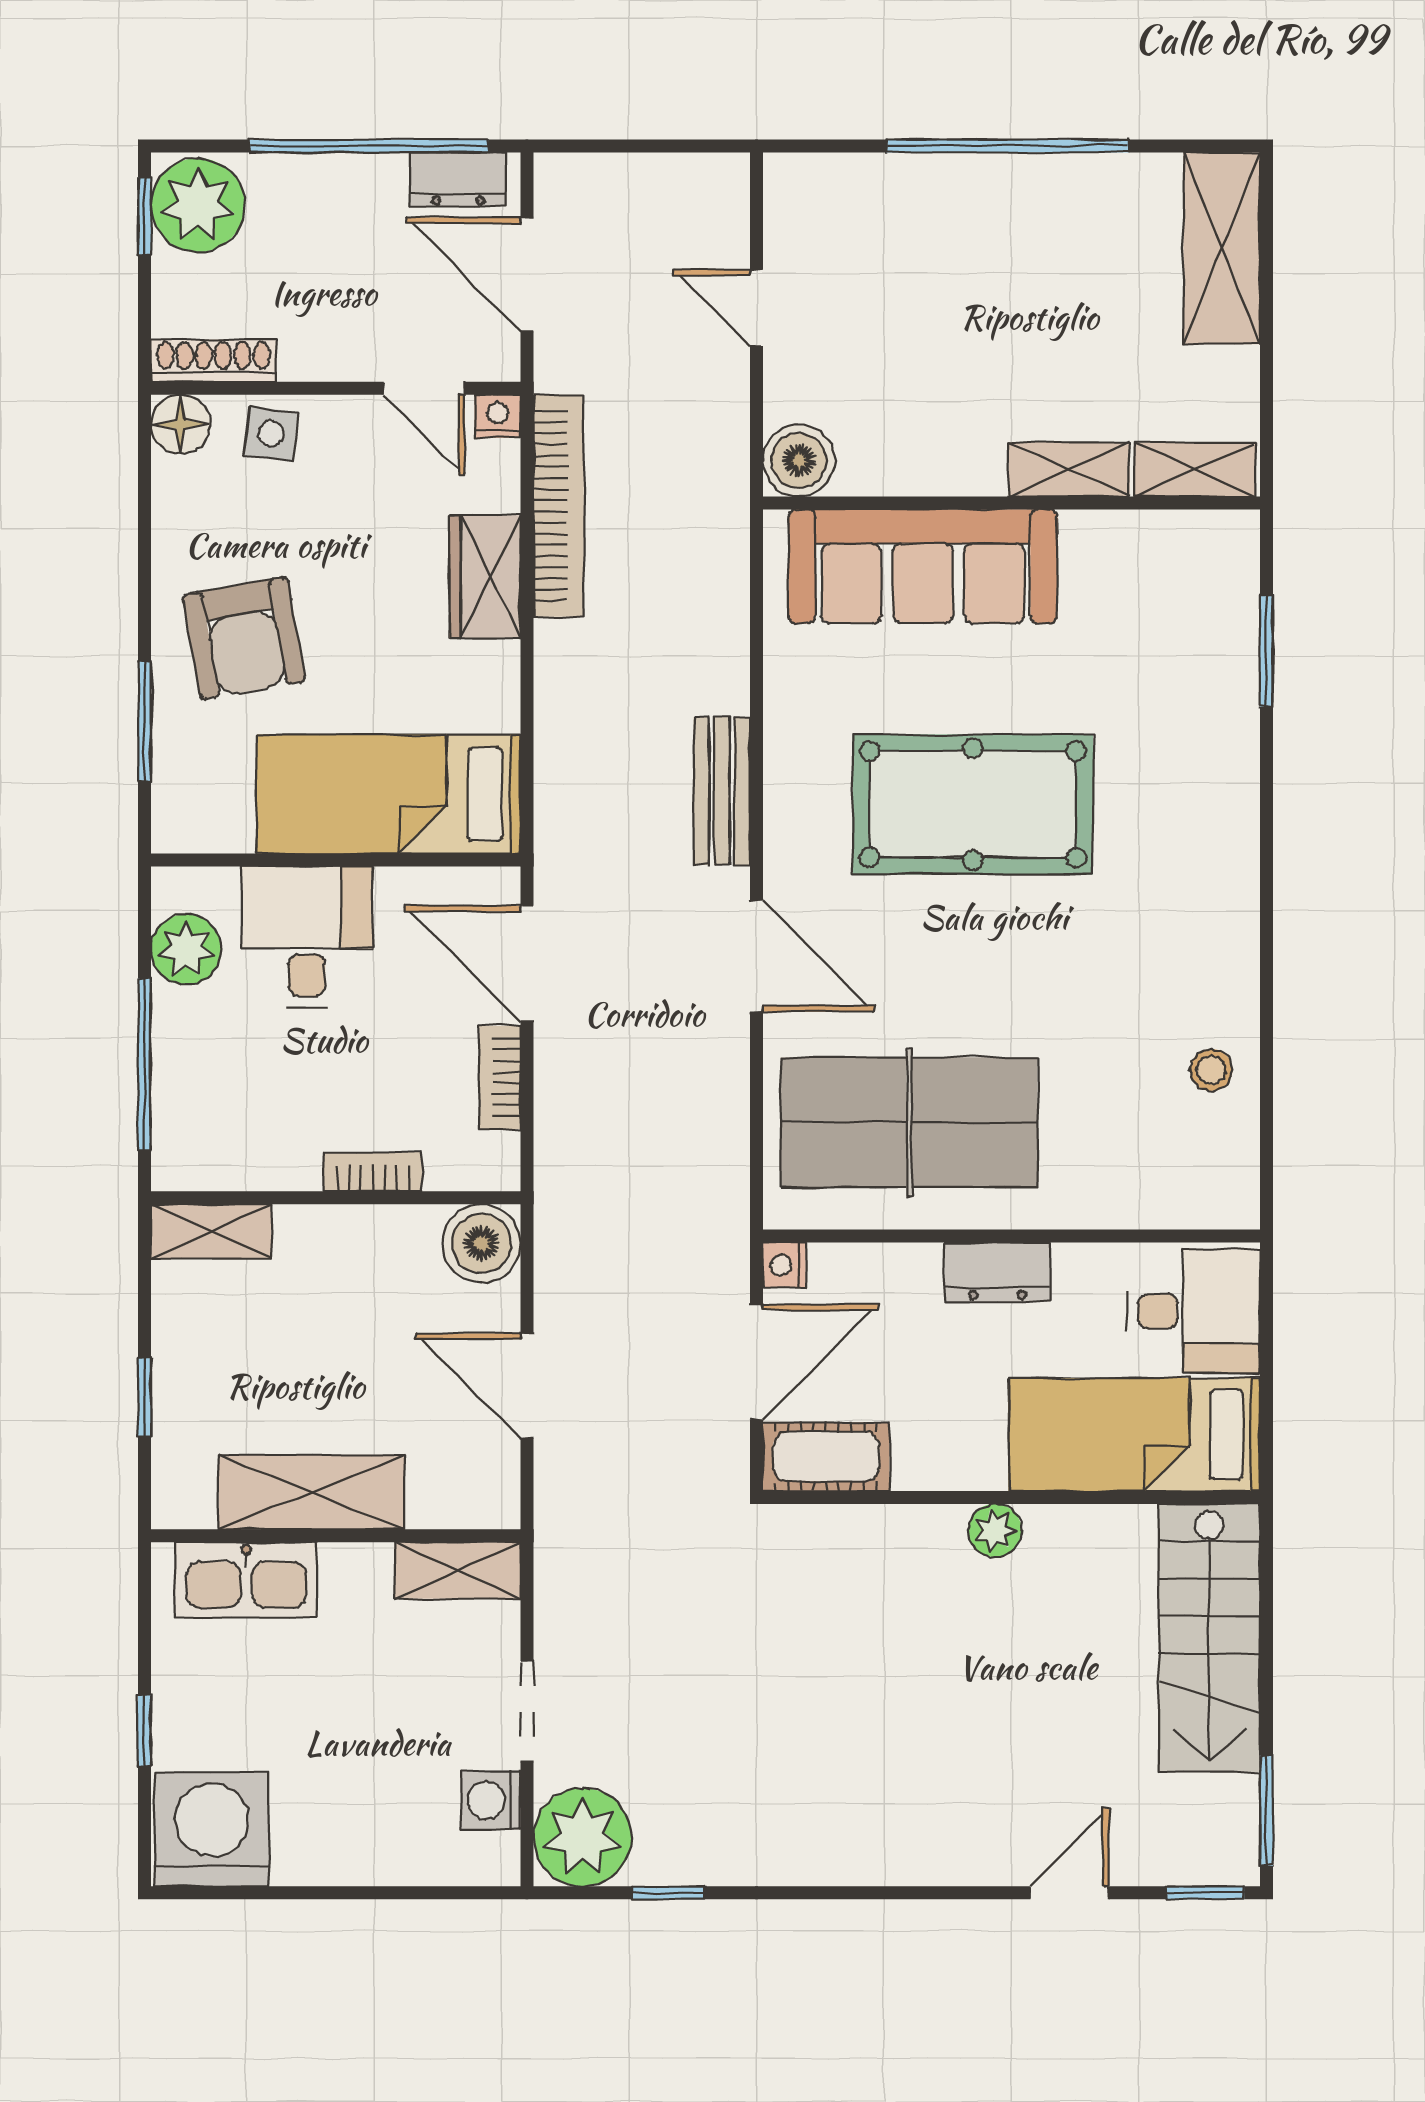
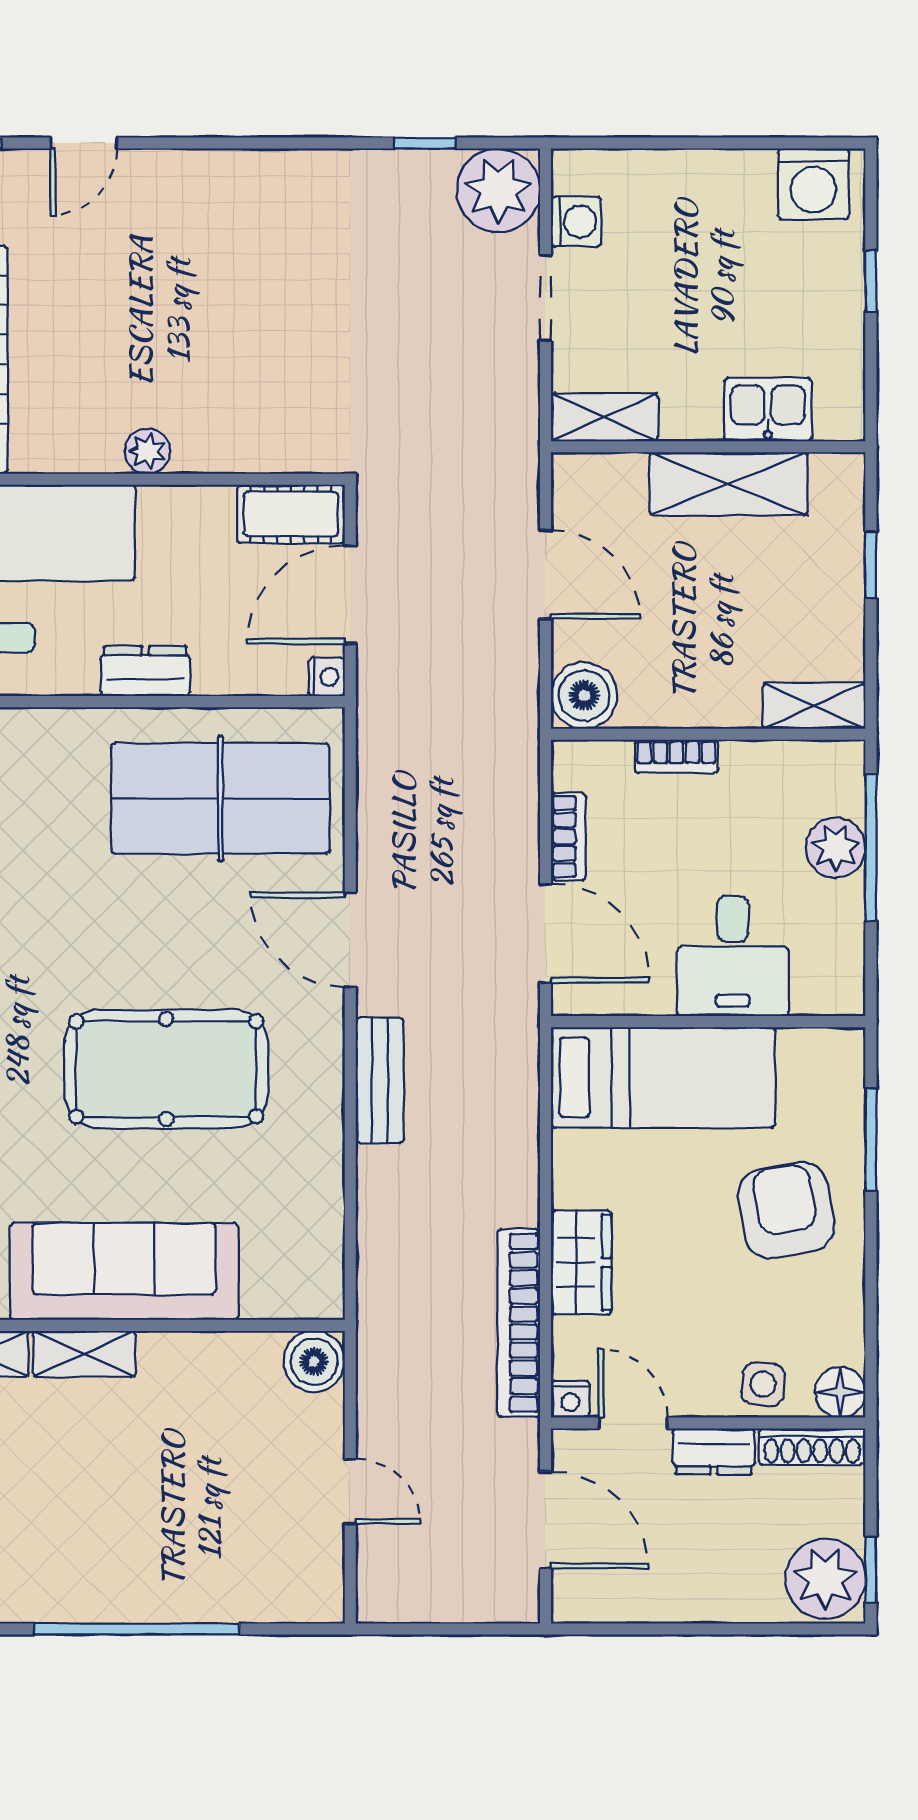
window: (369, 146) -> (680, 1629), removed
dresser: (458, 179) -> (714, 1451), moved, turned 180
sofa: (923, 566) -> (124, 1271), moved
plant: (186, 949) -> (835, 848), moved
kitchen sink: (246, 1580) -> (768, 409), width x0.73
washing machine: (212, 1829) -> (814, 184), width x0.73, depth x0.73

